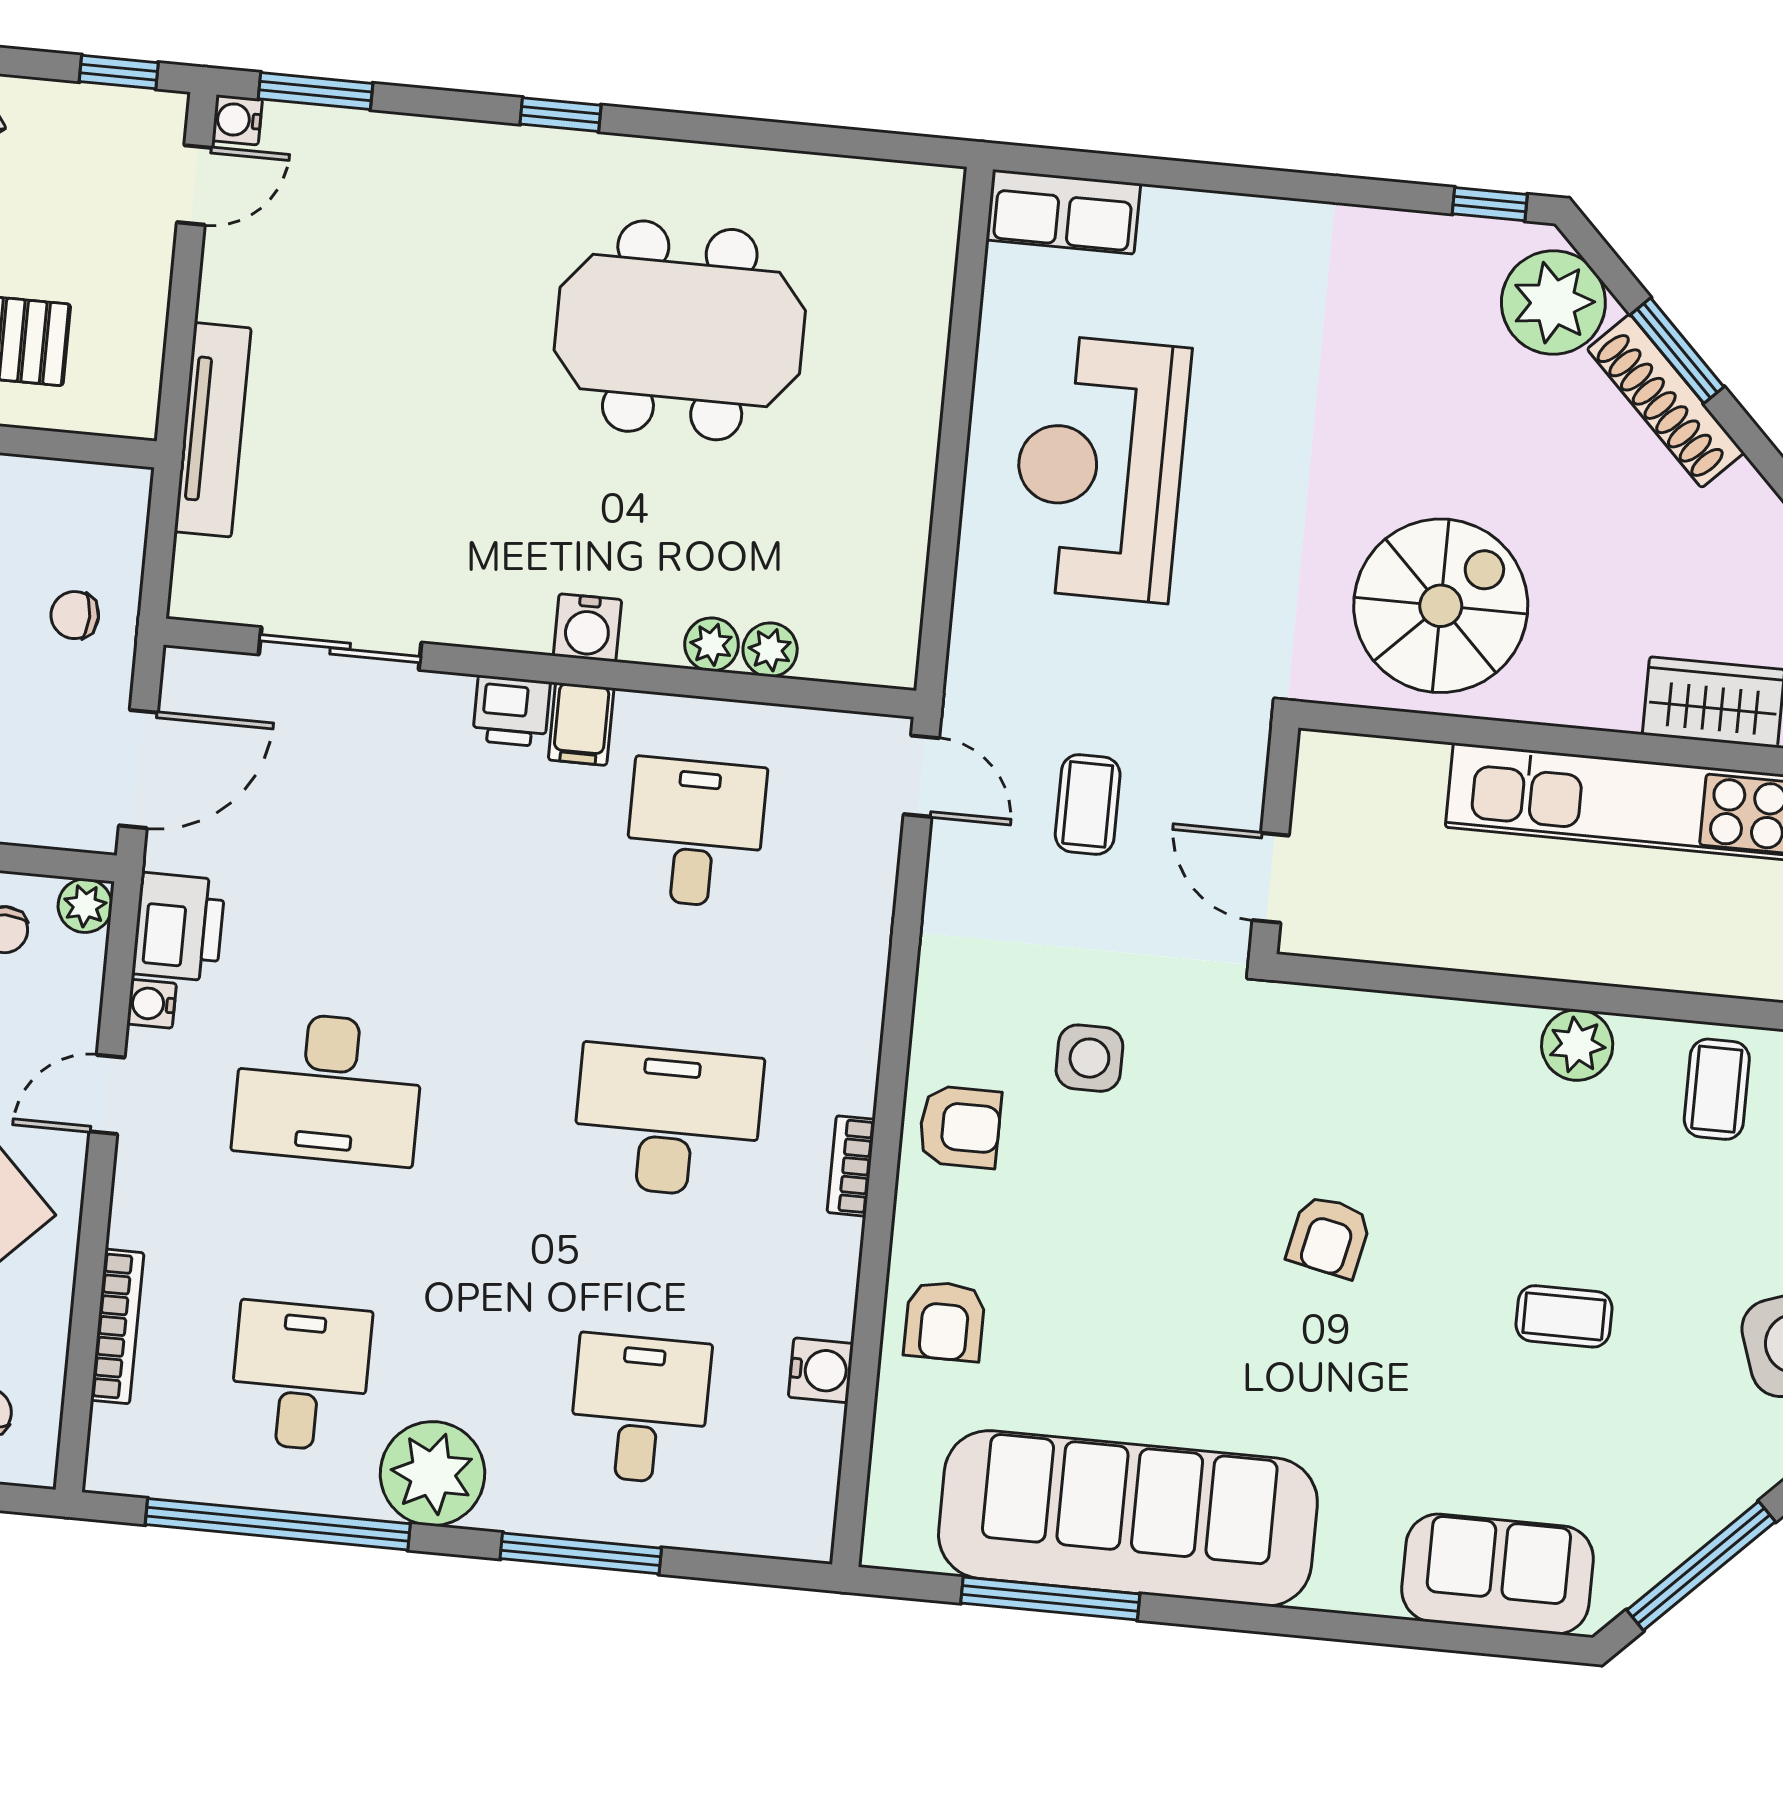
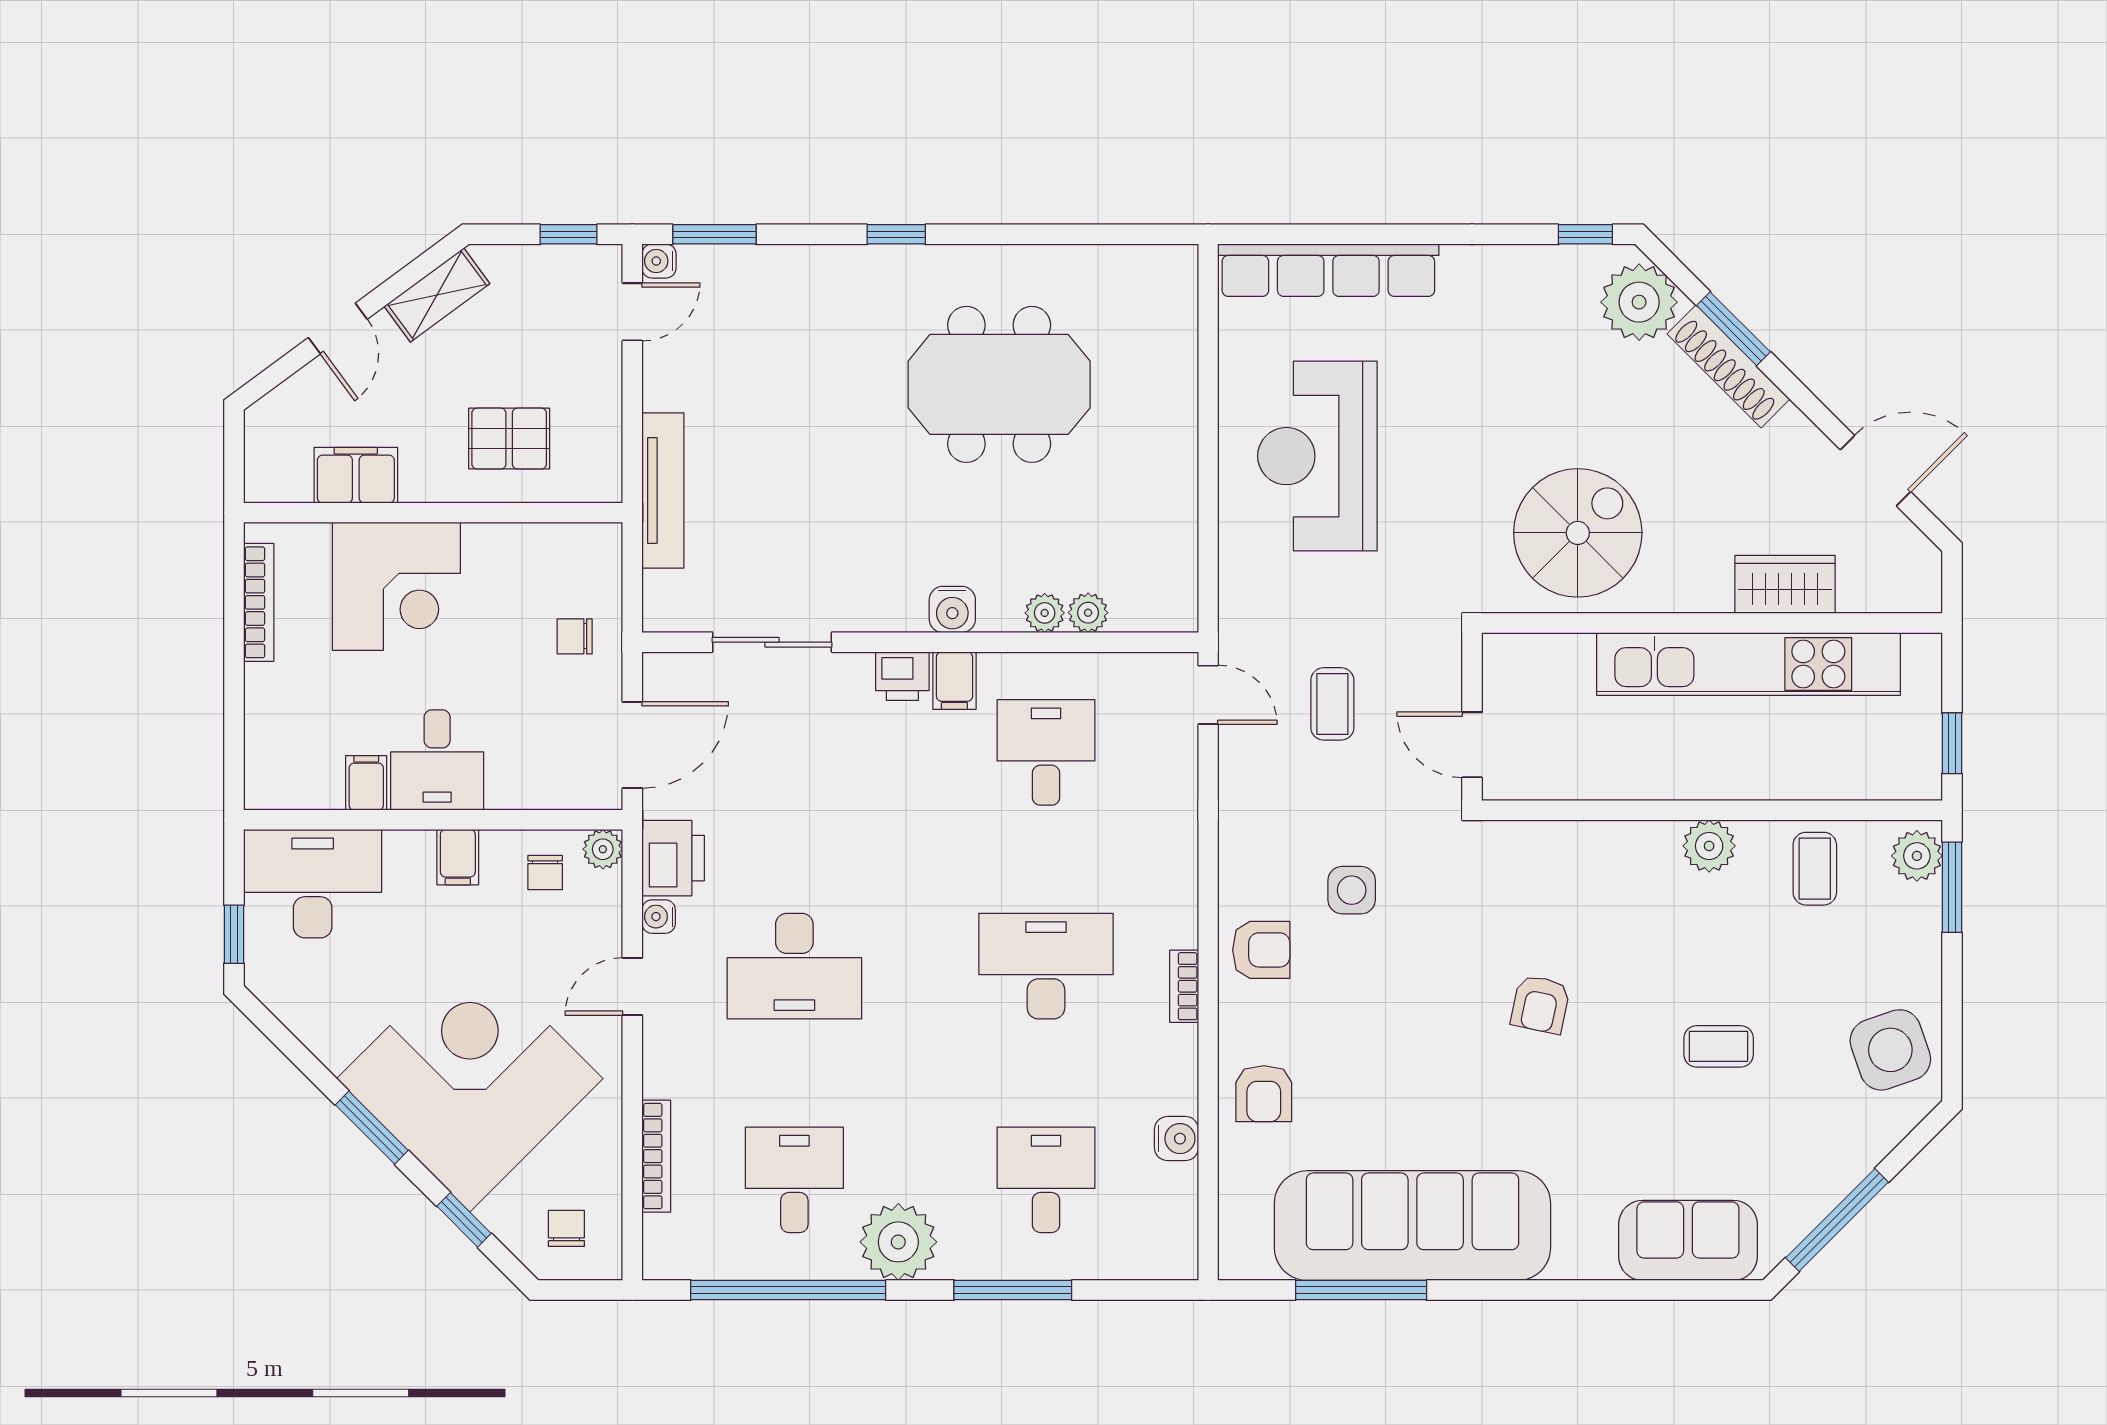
row of seats: (1063, 212) -> (1328, 270), width x2.02

